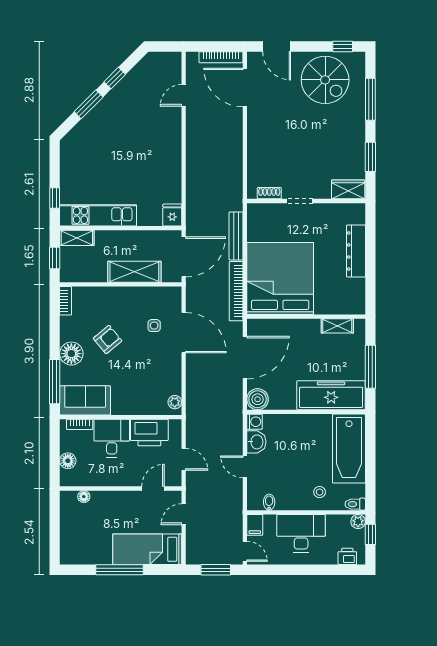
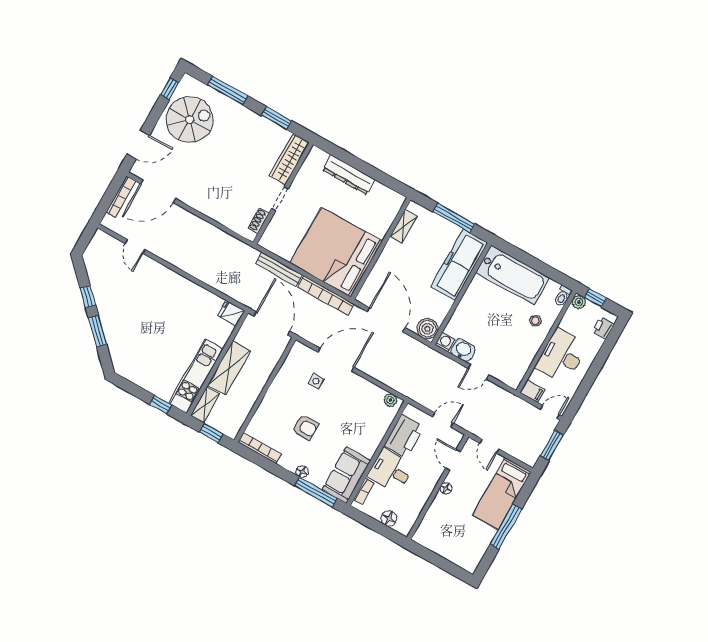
wardrobe: (348, 189) -> (289, 159), width x1.50
shelving: (134, 272) -> (229, 368), moved
bookcase: (65, 301) -> (260, 448), width x1.56
armchair: (108, 340) -> (305, 427), turned 130
floor lamp: (71, 354) -> (302, 472), width x0.53, depth x0.53
floor lamp: (84, 497) -> (446, 488), moved
bidet: (269, 502) -> (520, 368), removed

